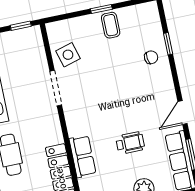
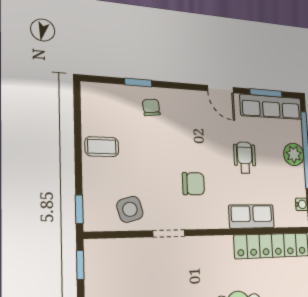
window: (101, 9) -> (79, 209), moved
doorway: (56, 88) -> (169, 233), width x0.73
chair: (99, 102) -> (193, 184), added

